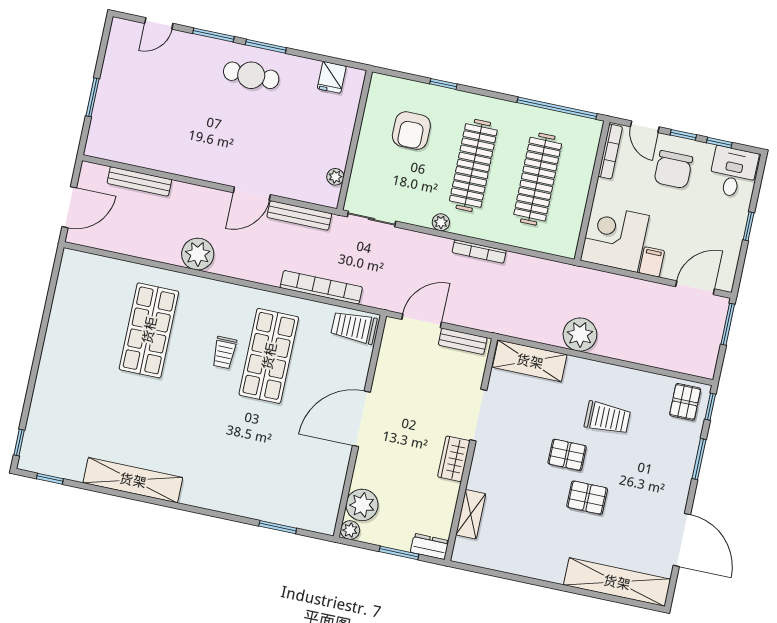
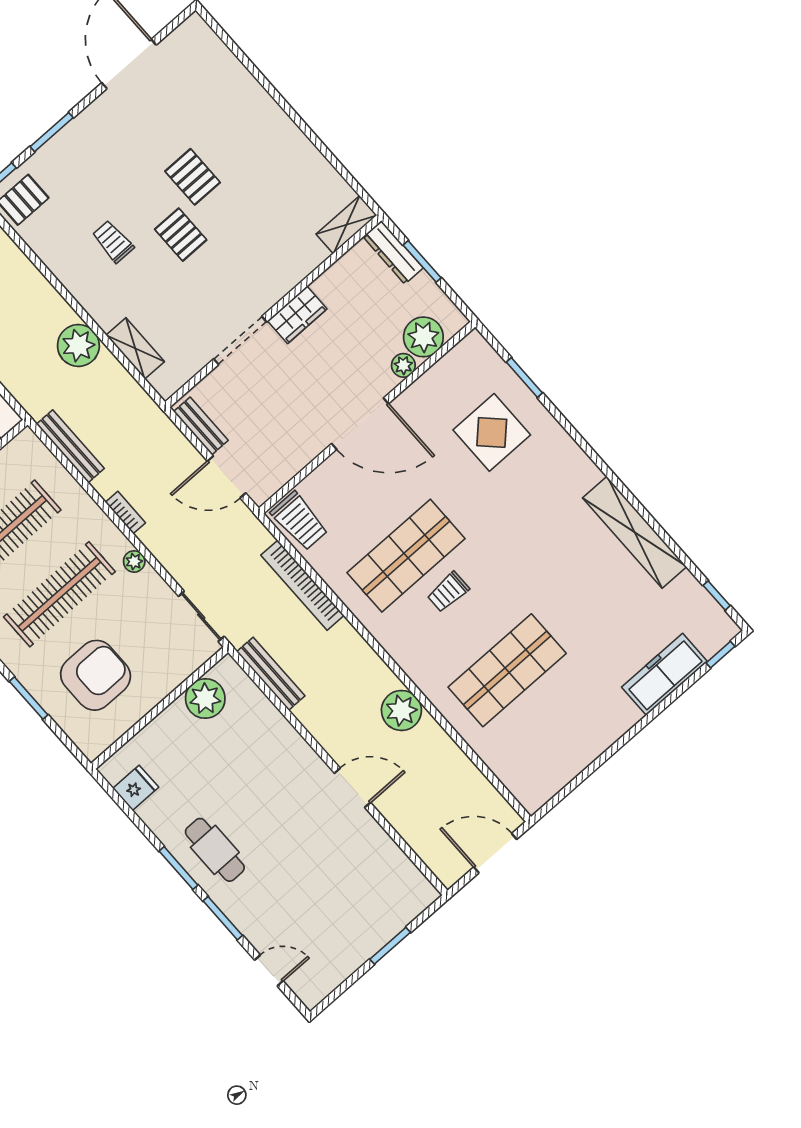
window: (443, 84) -> (29, 698), width x1.50
armchair: (411, 131) -> (96, 675), width x1.36, depth x1.36
plant: (335, 177) -> (205, 698), width x1.88, depth x1.88
bench: (139, 181) -> (70, 446), moved
door: (252, 194) -> (352, 788), moved
bookcase: (479, 251) -> (125, 513), width x0.64
trolley: (224, 353) -> (448, 592), turned 180
shelving: (530, 361) -> (135, 348), width x0.67, depth x0.75
freezer: (46, 403) -> (664, 674), added
trolley: (607, 418) -> (113, 242), width x0.73, depth x0.72
display table: (272, 476) -> (492, 432), added
shelving: (471, 514) -> (346, 225), moved
plant: (350, 530) -> (403, 365), moved
dresser: (430, 546) -> (393, 252), width x1.44
shelving: (617, 582) -> (225, 70), removed

